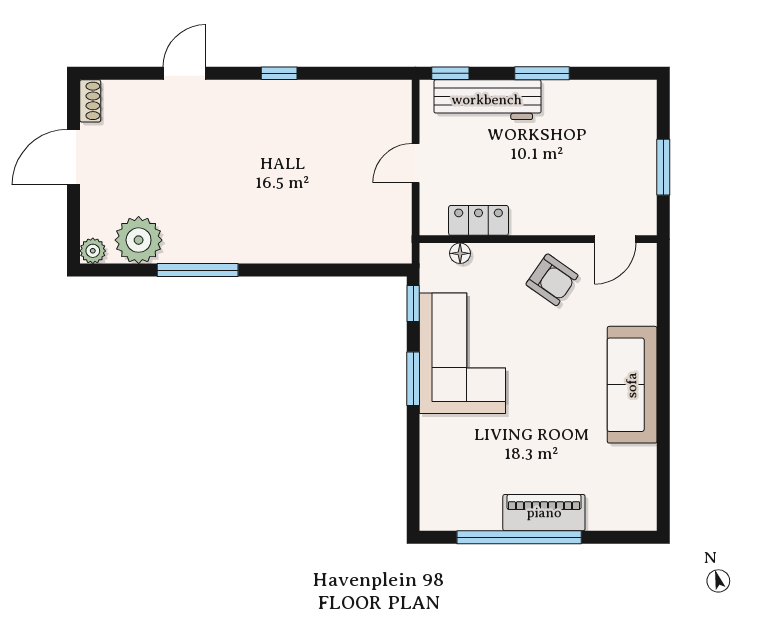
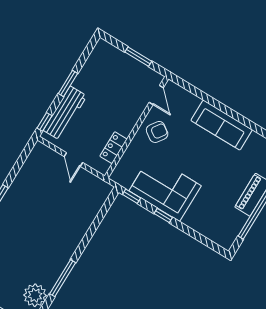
floor lamp: (460, 253) -> (123, 164), removed
window: (413, 379) -> (163, 215), width x0.67

